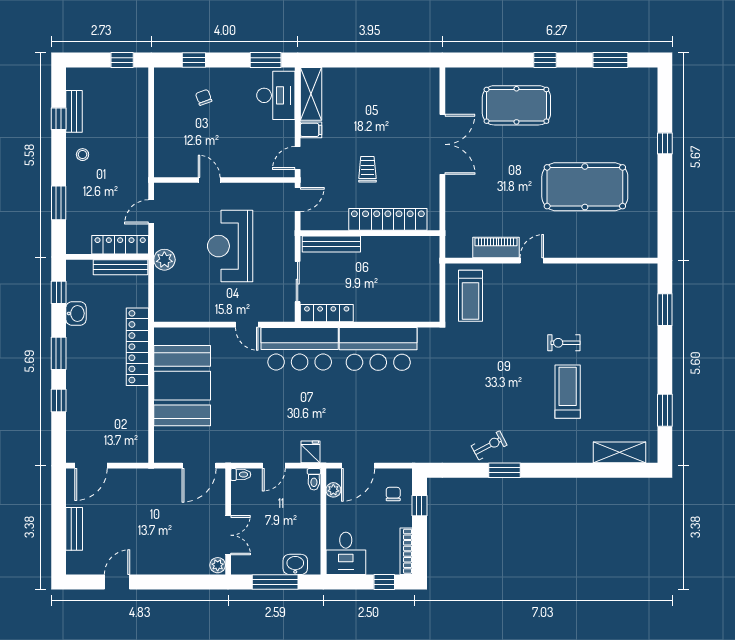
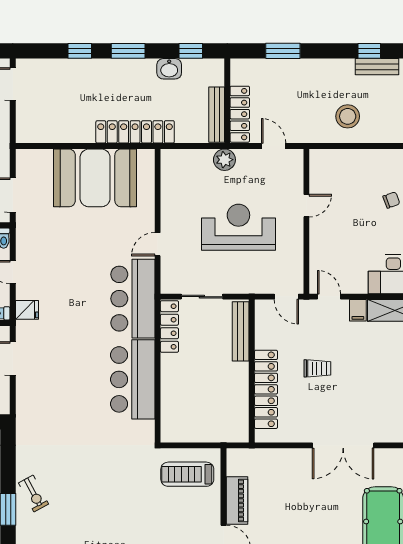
stool: (83, 155) -> (348, 116), moved, width x1.89, depth x1.89

